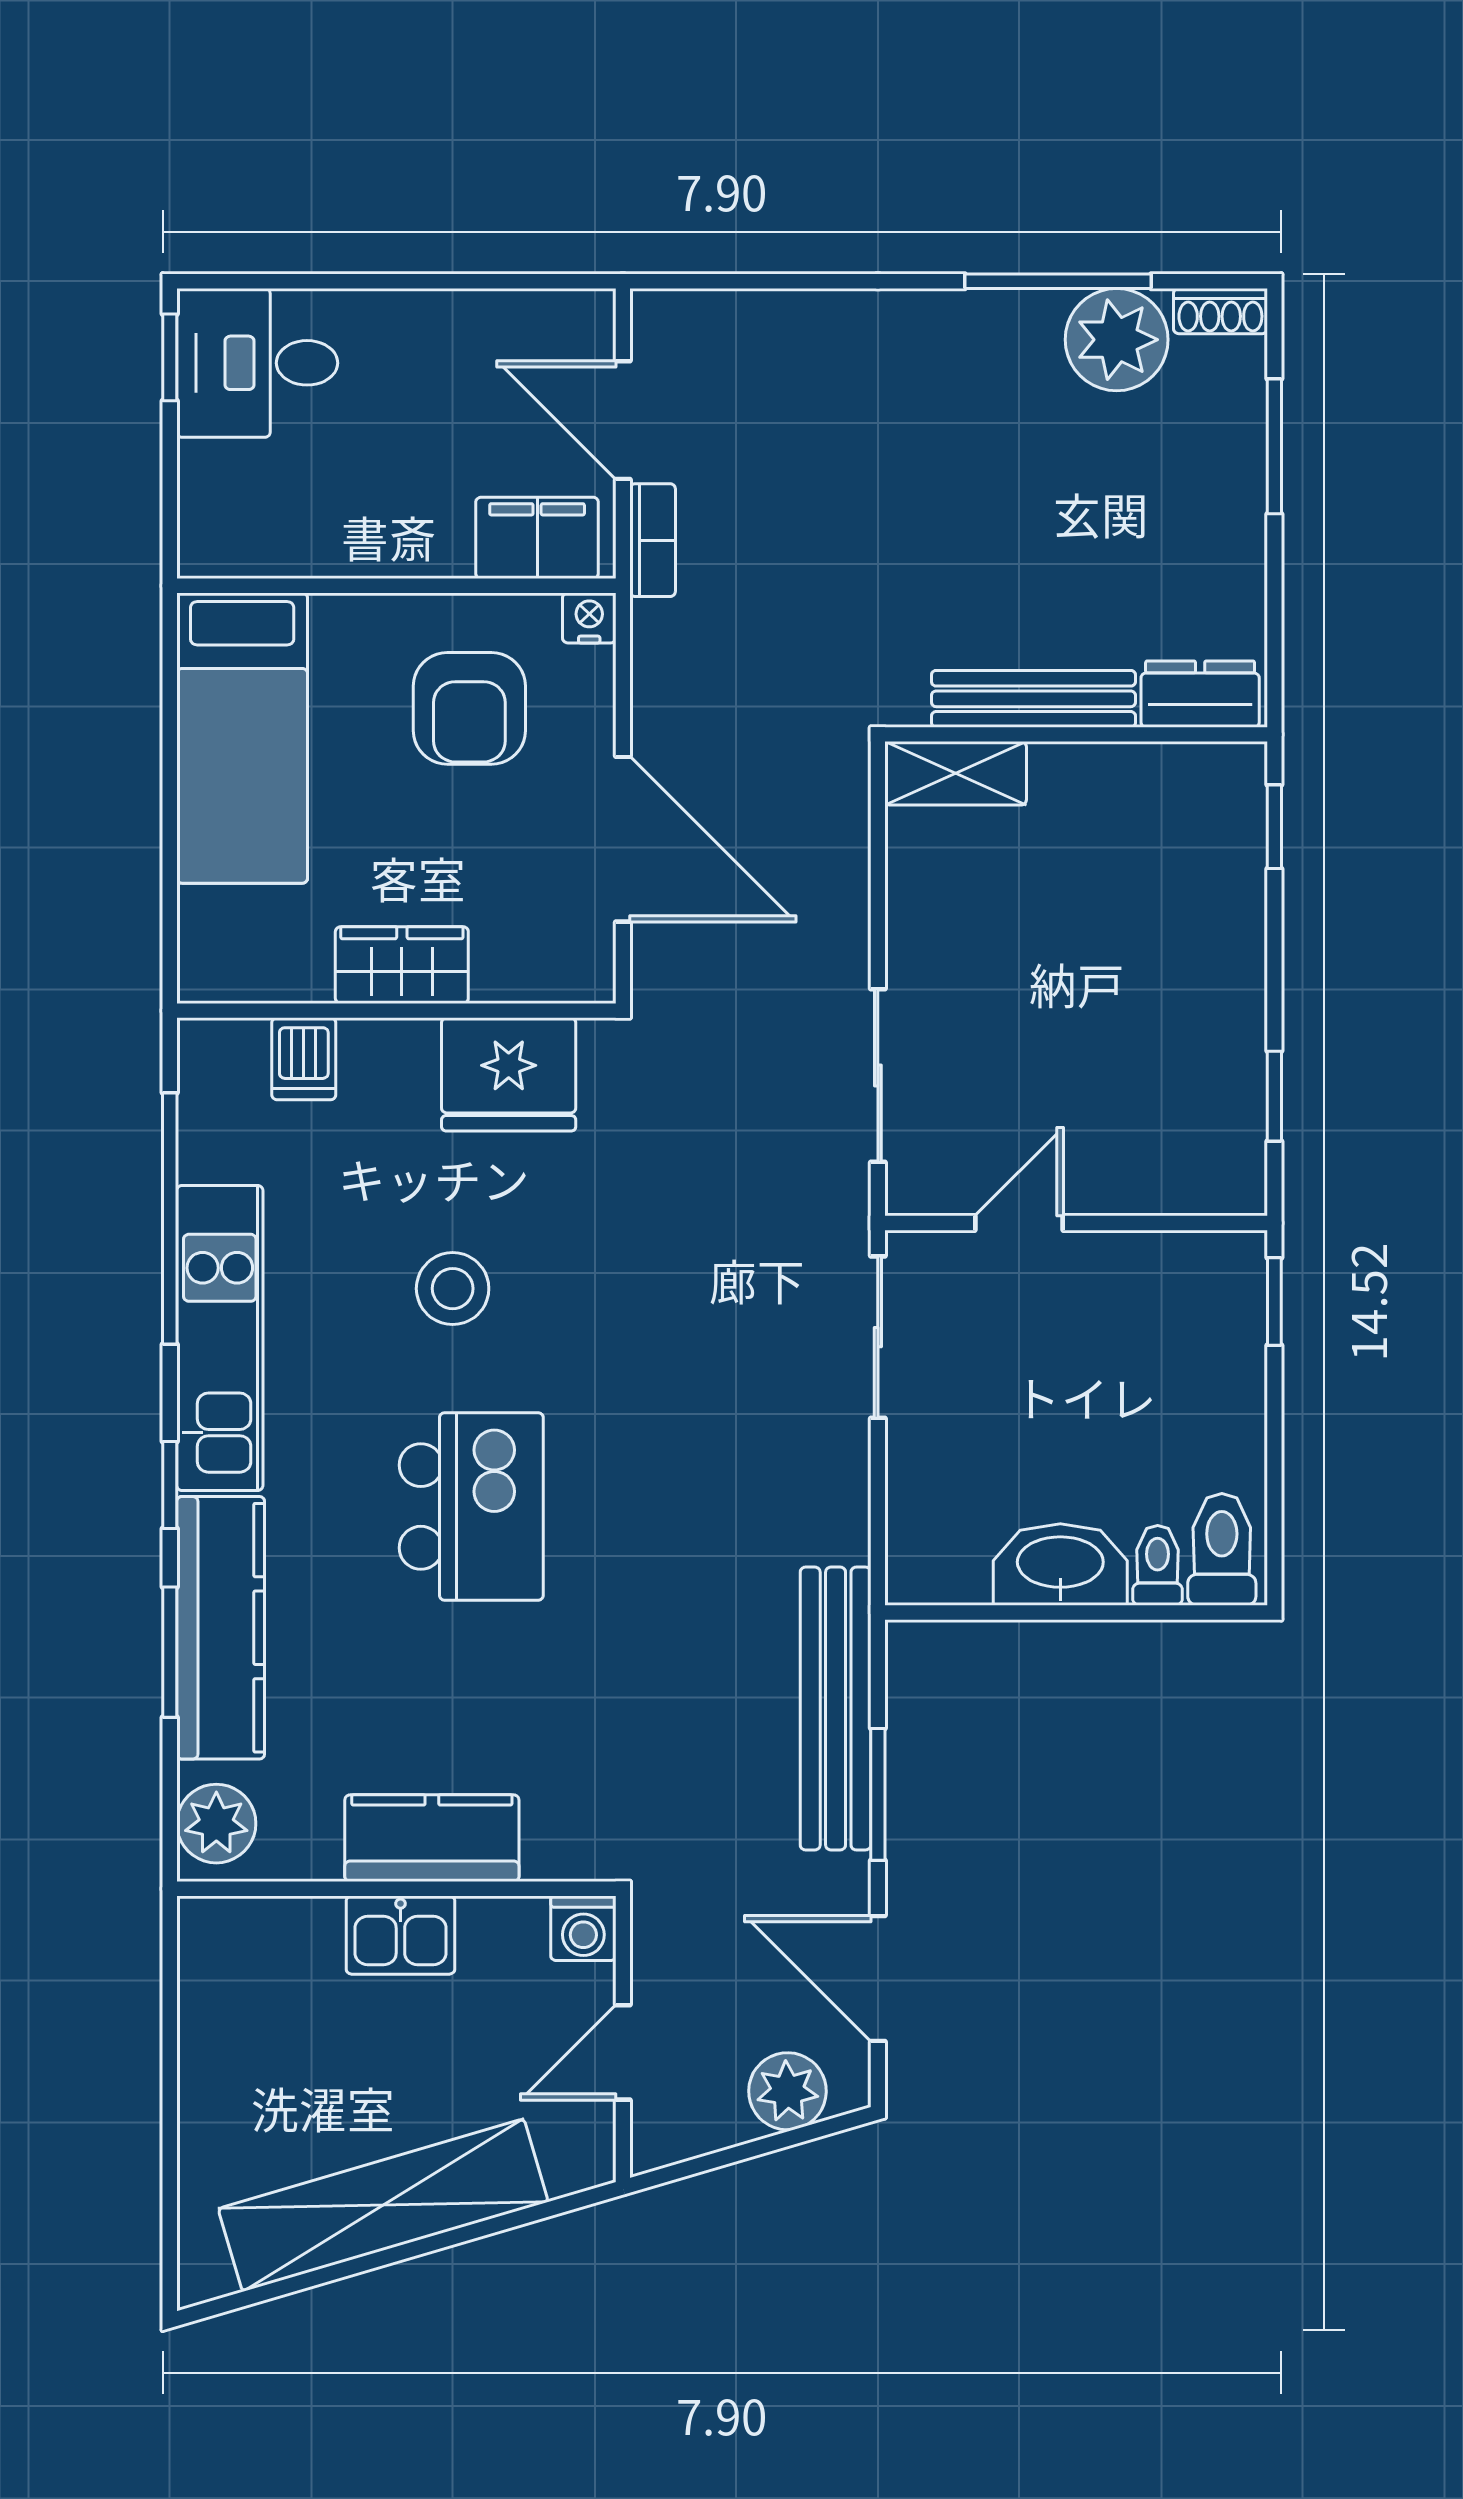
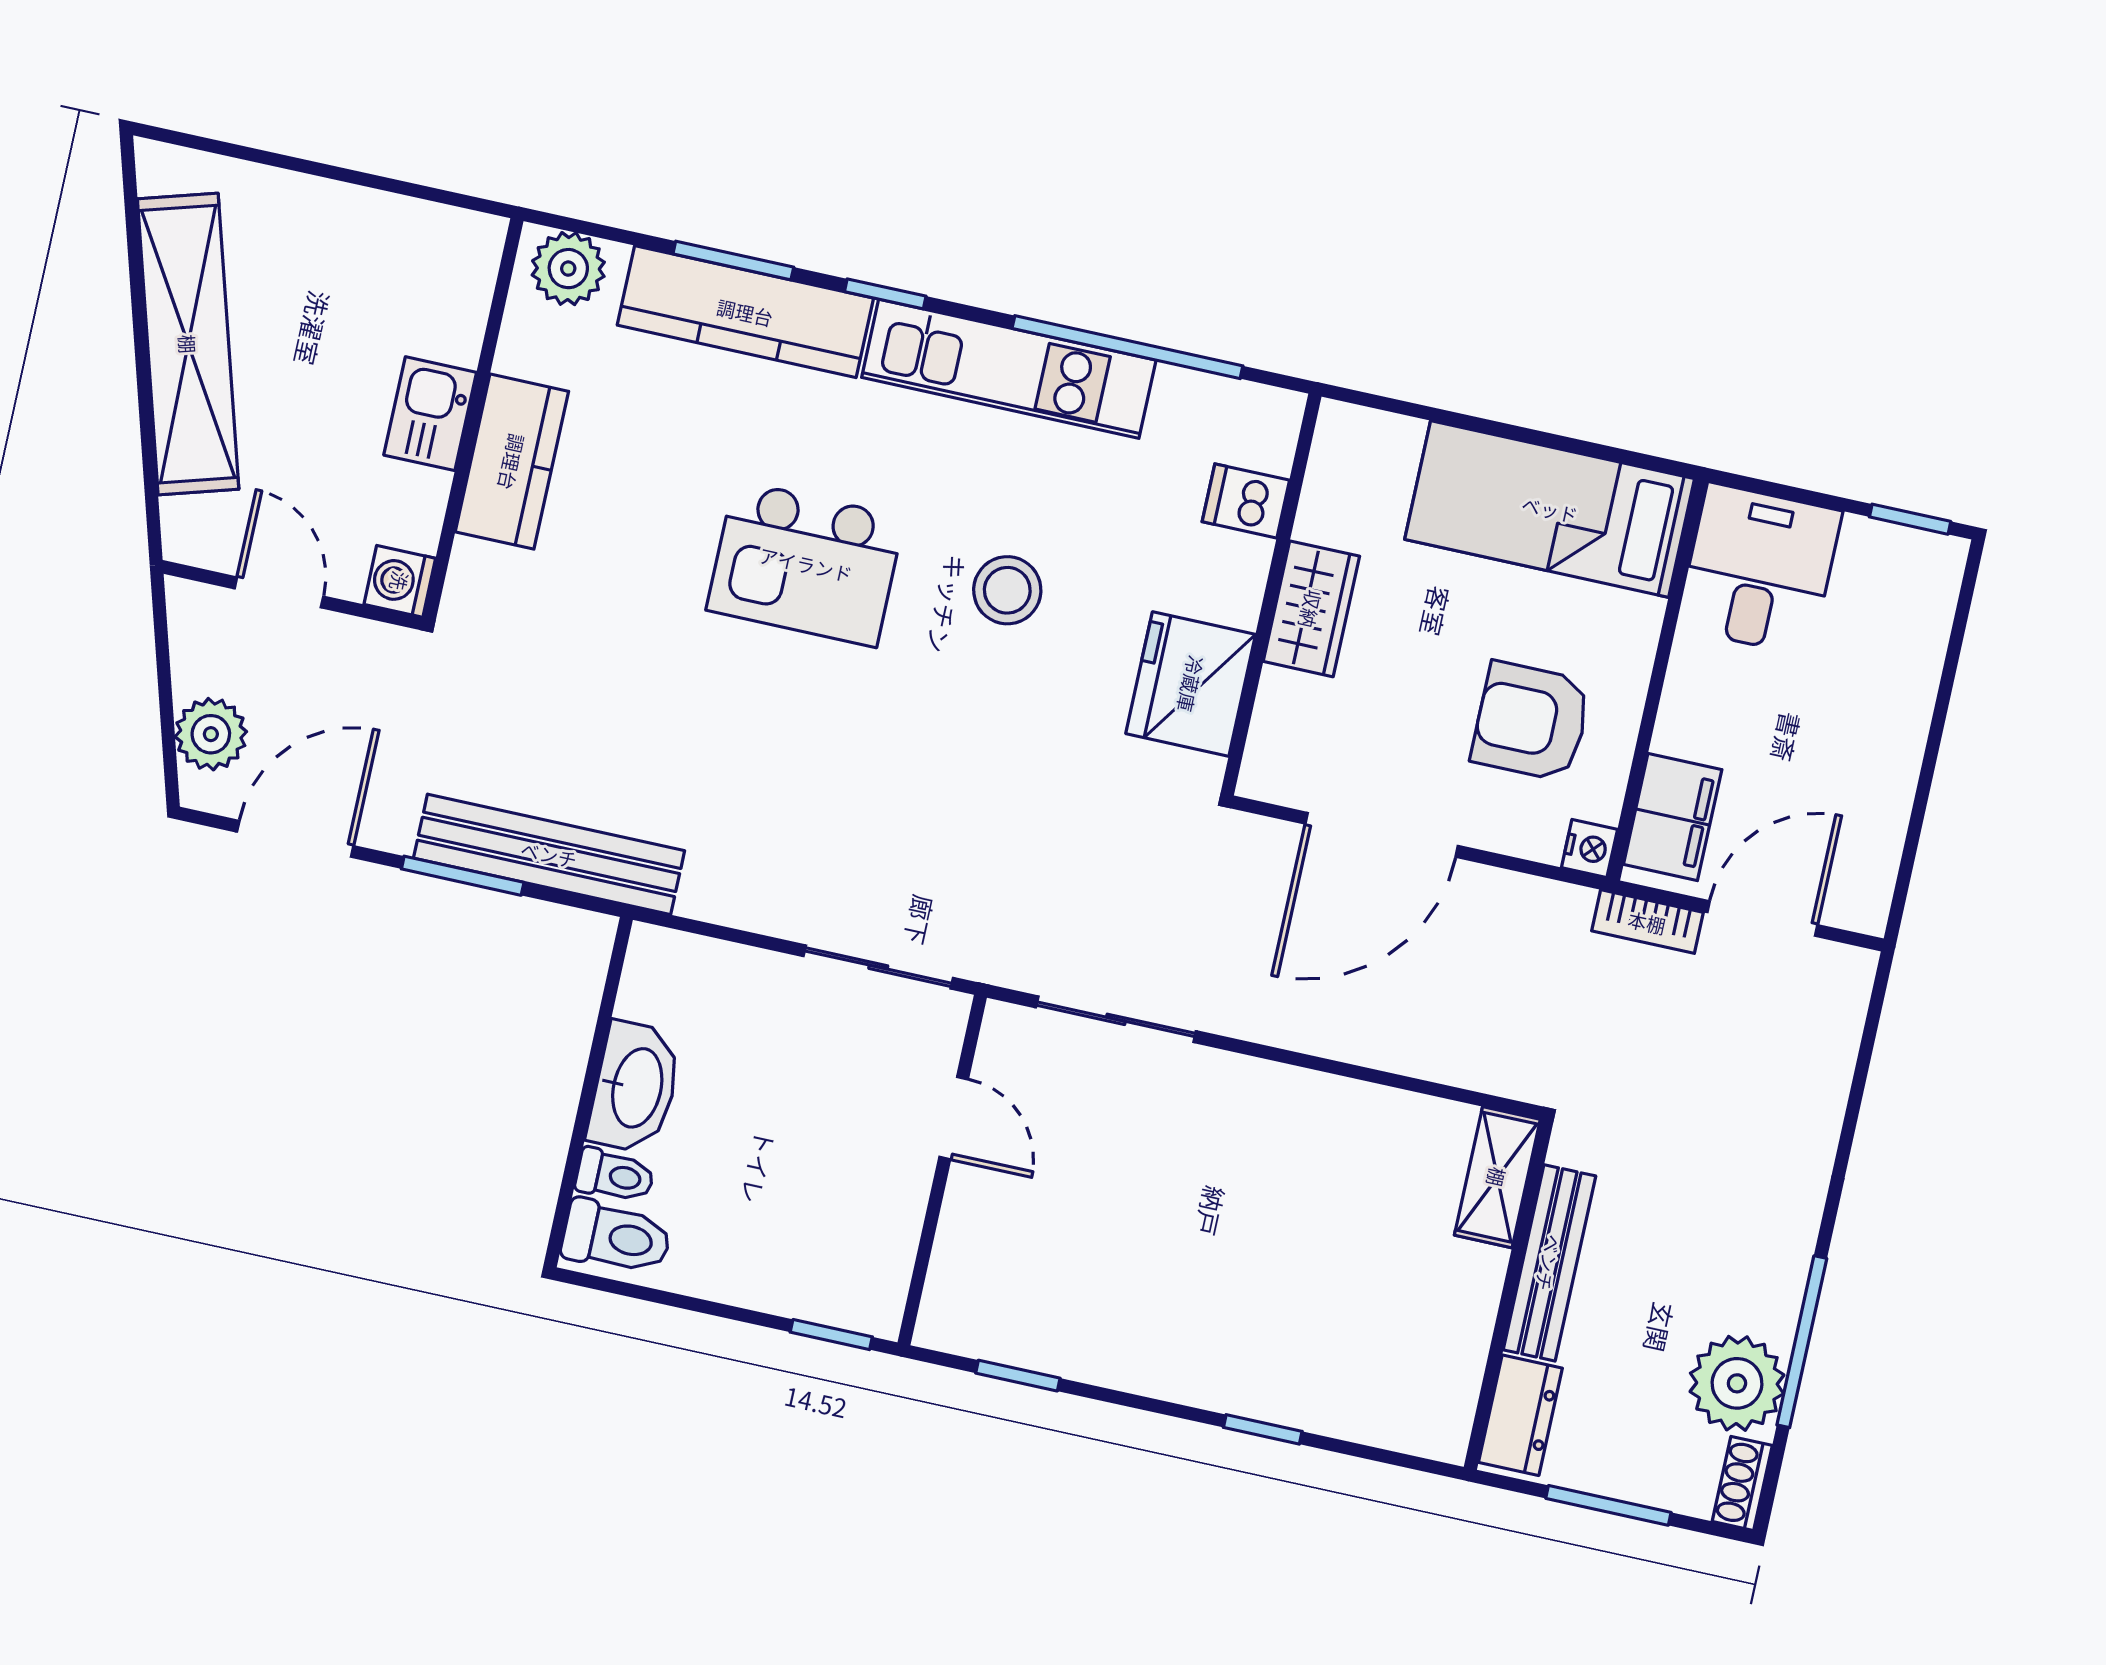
desk: (257, 363) -> (1759, 569), moved
dresser: (1200, 694) -> (1520, 1415), moved
bench: (1033, 699) -> (1549, 1263), moved
wall: (1076, 734) -> (1509, 1295), moved
shelving: (956, 773) -> (1497, 1177), moved

